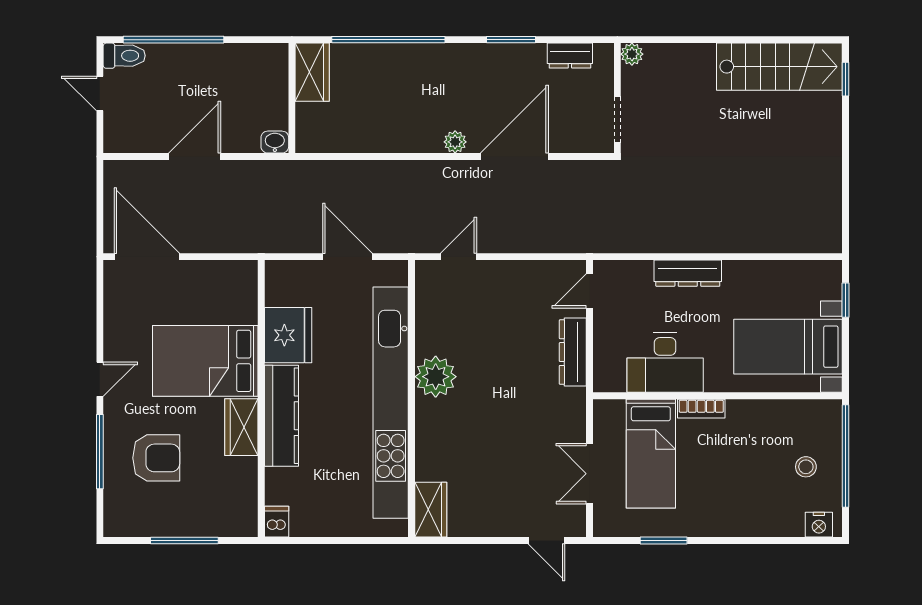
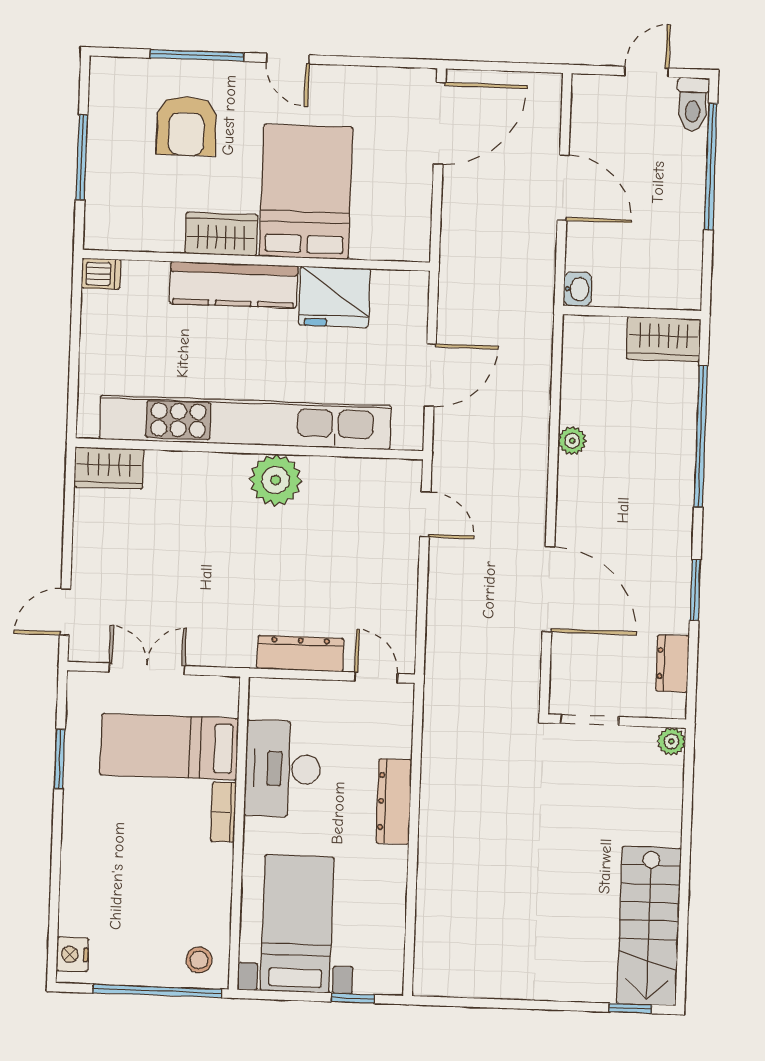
plant: (455, 142) -> (572, 441), moved
stool: (806, 467) -> (199, 960), moved

